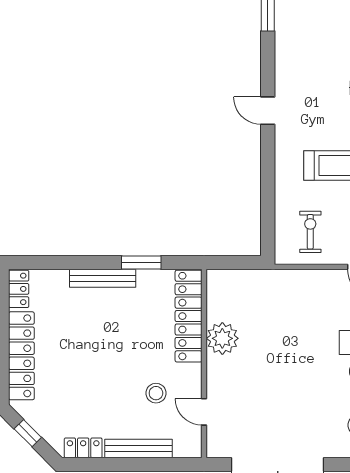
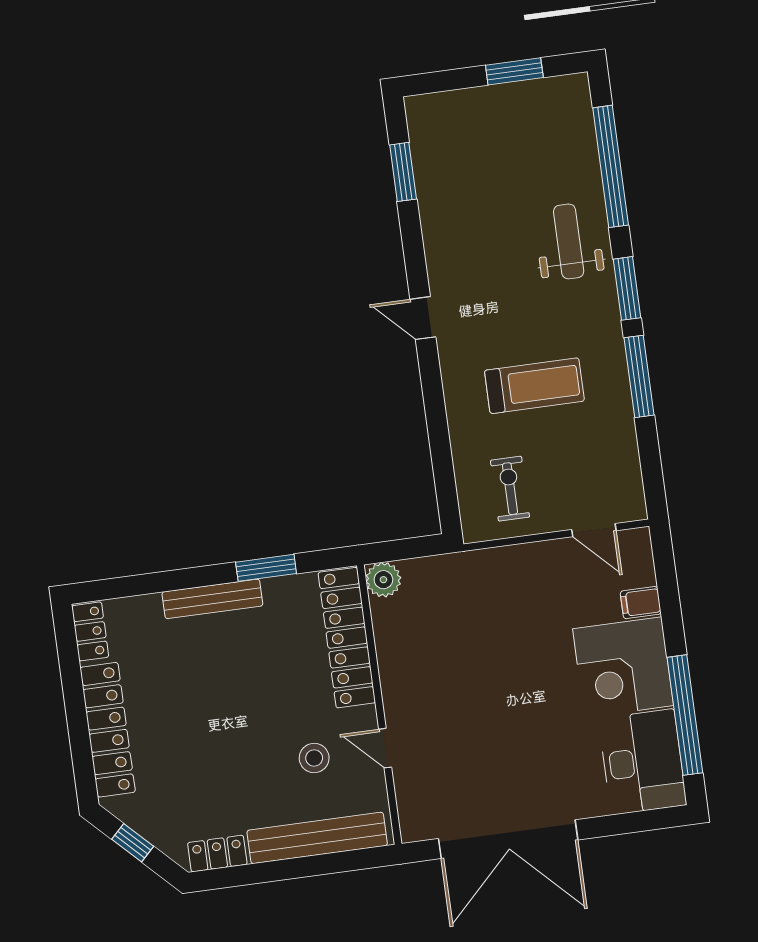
plant: (222, 338) -> (383, 580), moved, width x0.73, depth x0.73
door: (204, 412) -> (385, 748), moved
bench: (138, 448) -> (317, 838), width x1.37, depth x1.21

